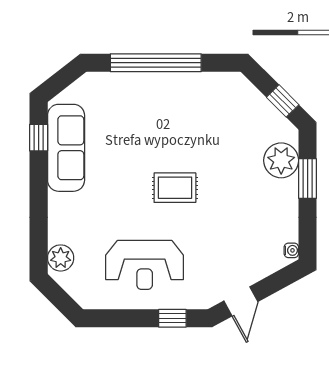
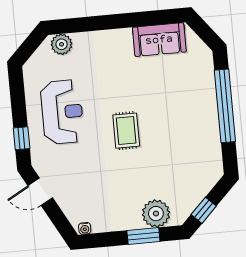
window: (39, 138) -> (156, 18), removed
sofa: (66, 148) -> (159, 40), width x0.73
reception desk: (145, 265) -> (62, 112), turned 180

